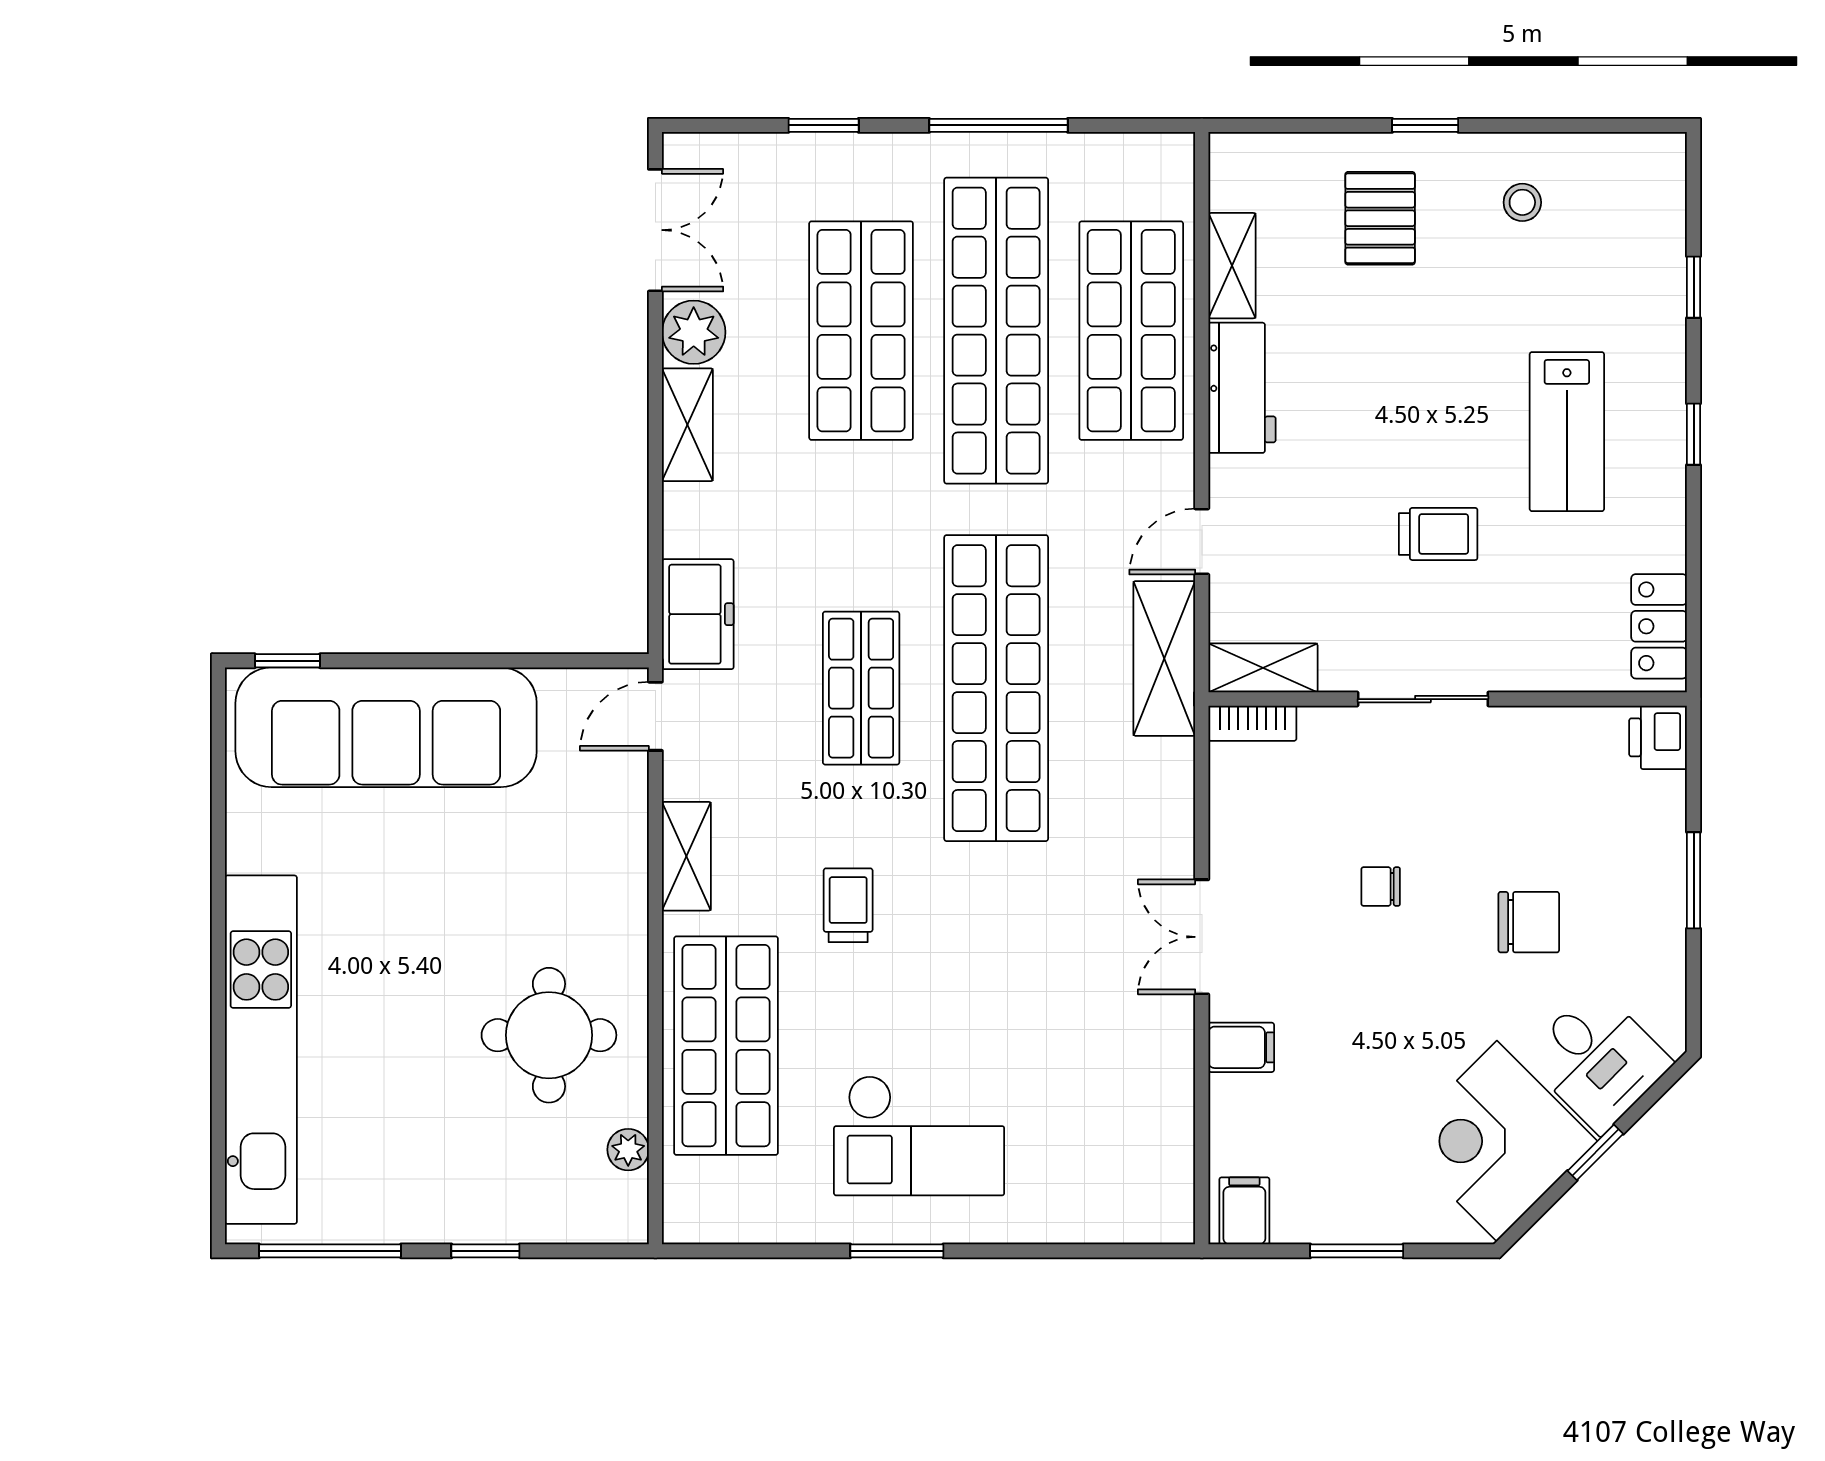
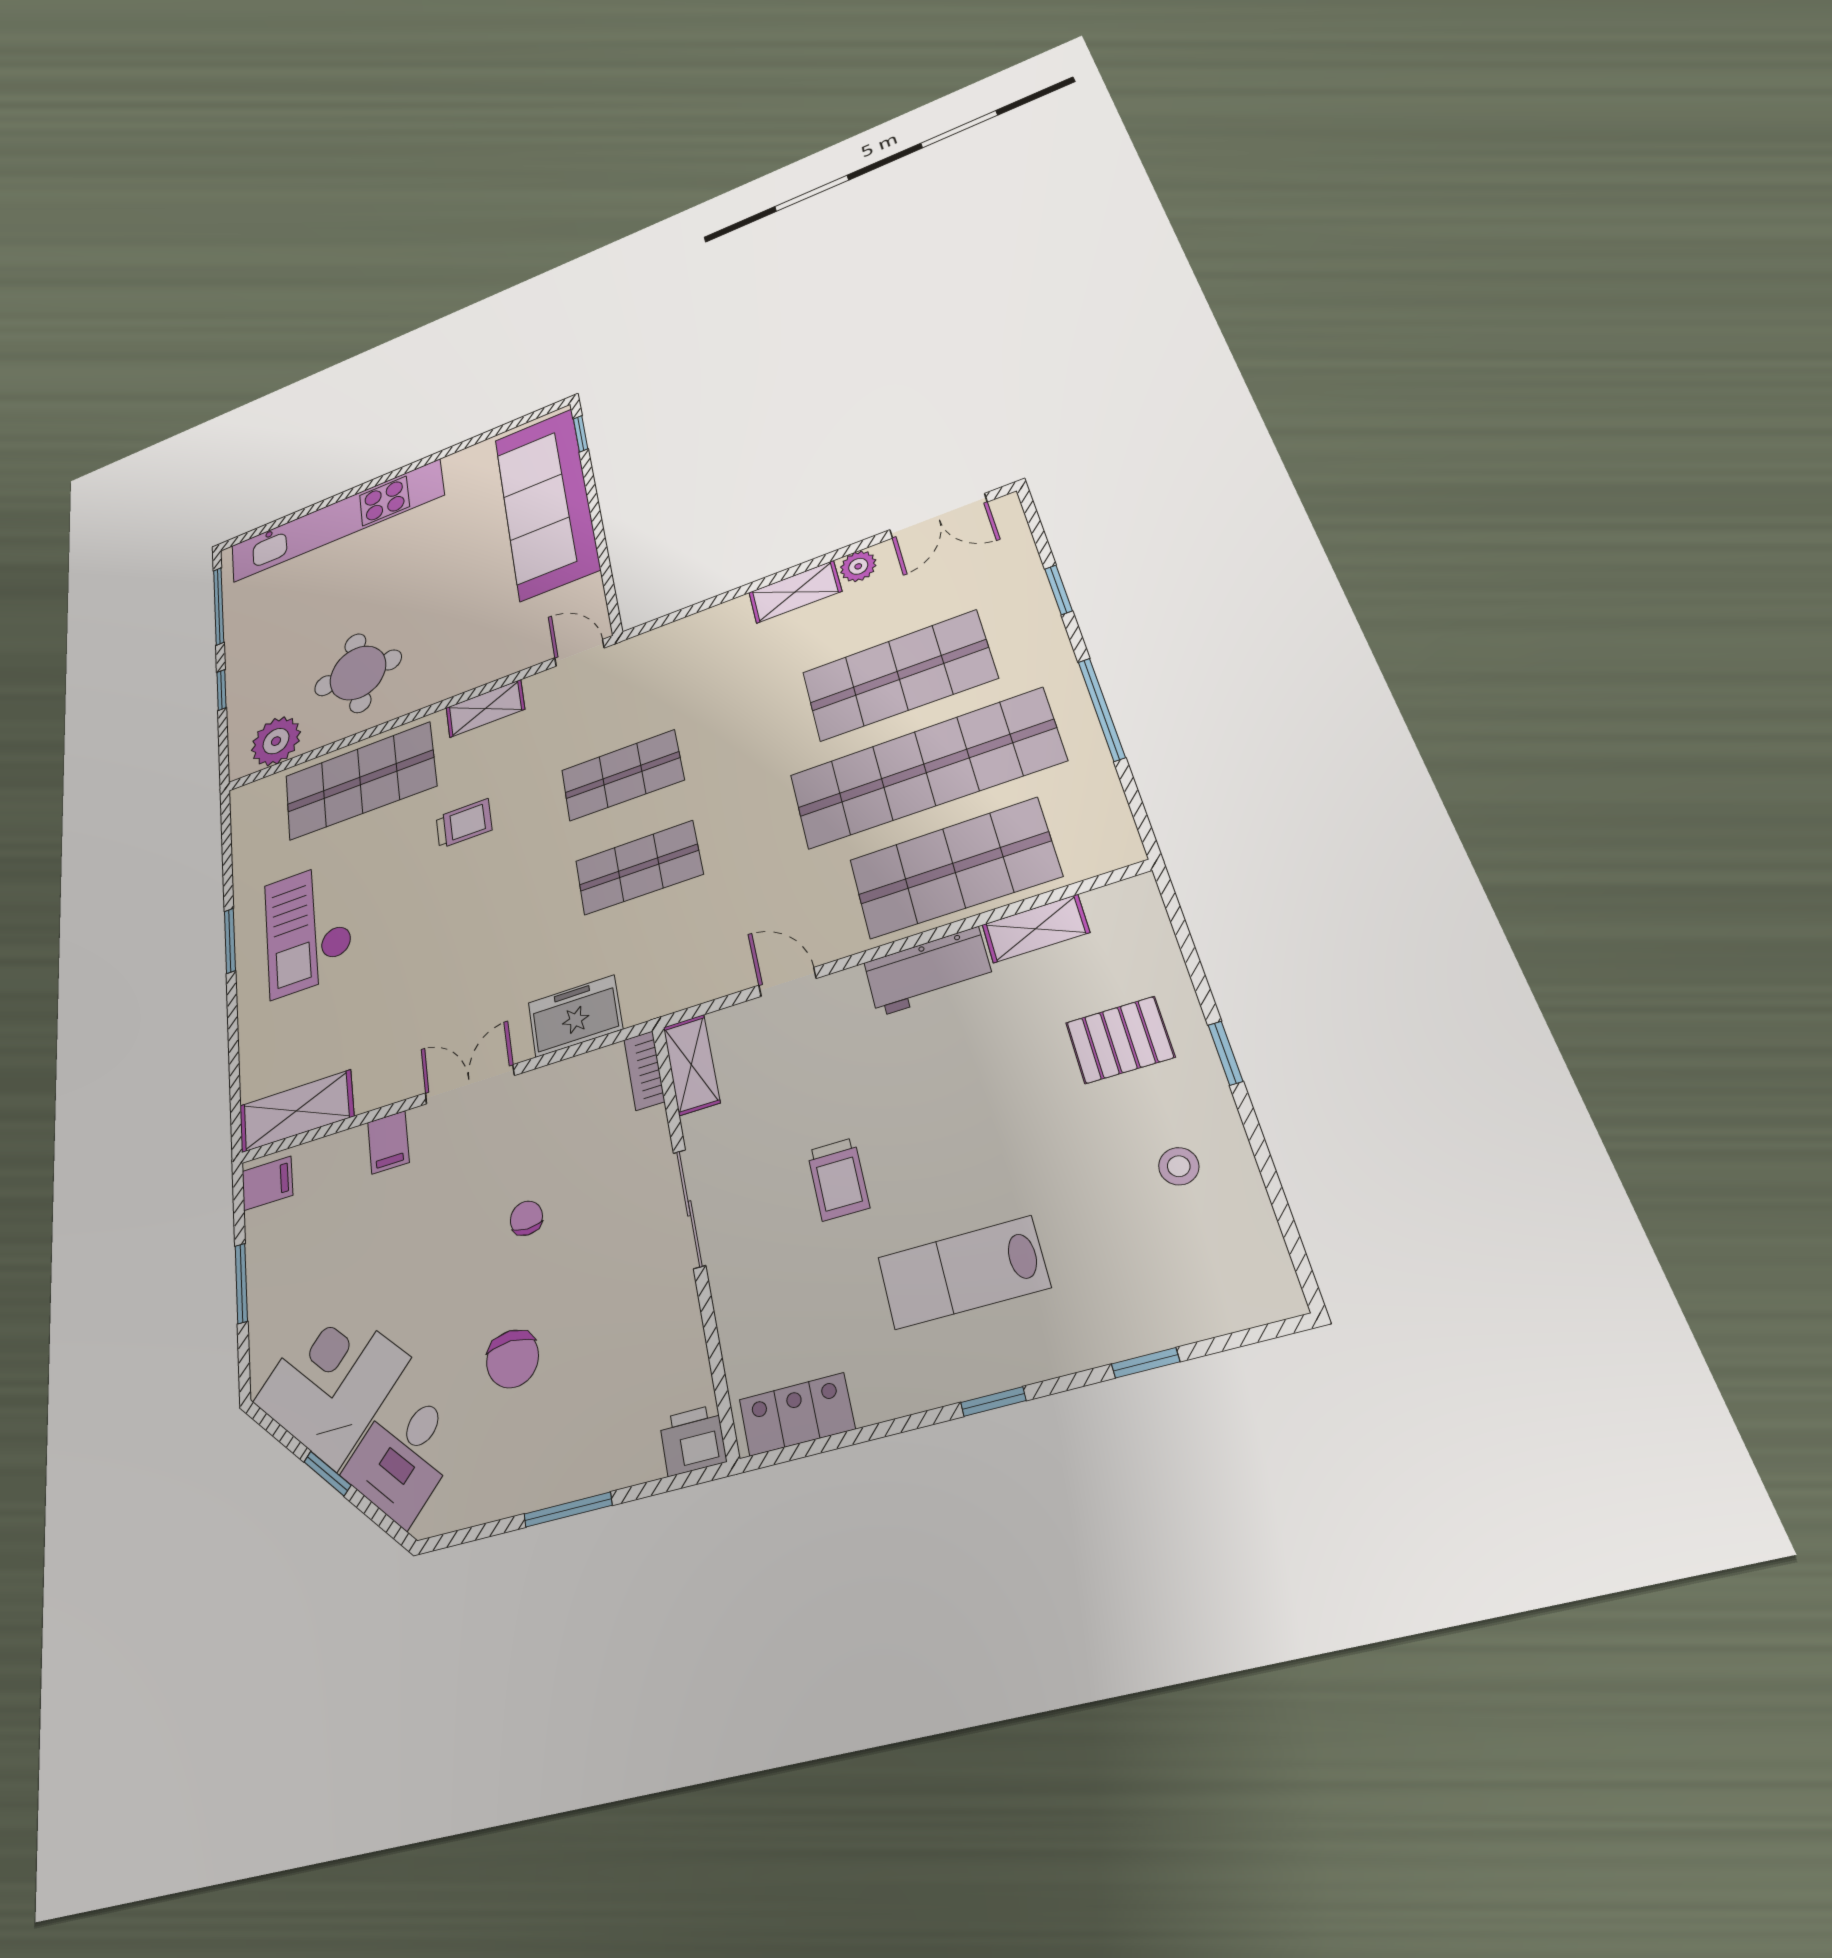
plant: (694, 332) -> (858, 566), width x0.73, depth x0.73
freezer: (698, 614) -> (575, 1016), moved, turned 180
shelving: (1164, 658) -> (296, 1111), moved
shop shelf: (996, 688) -> (639, 868), width x0.50, depth x0.74
plant: (628, 1150) -> (276, 741), width x1.88, depth x1.88

